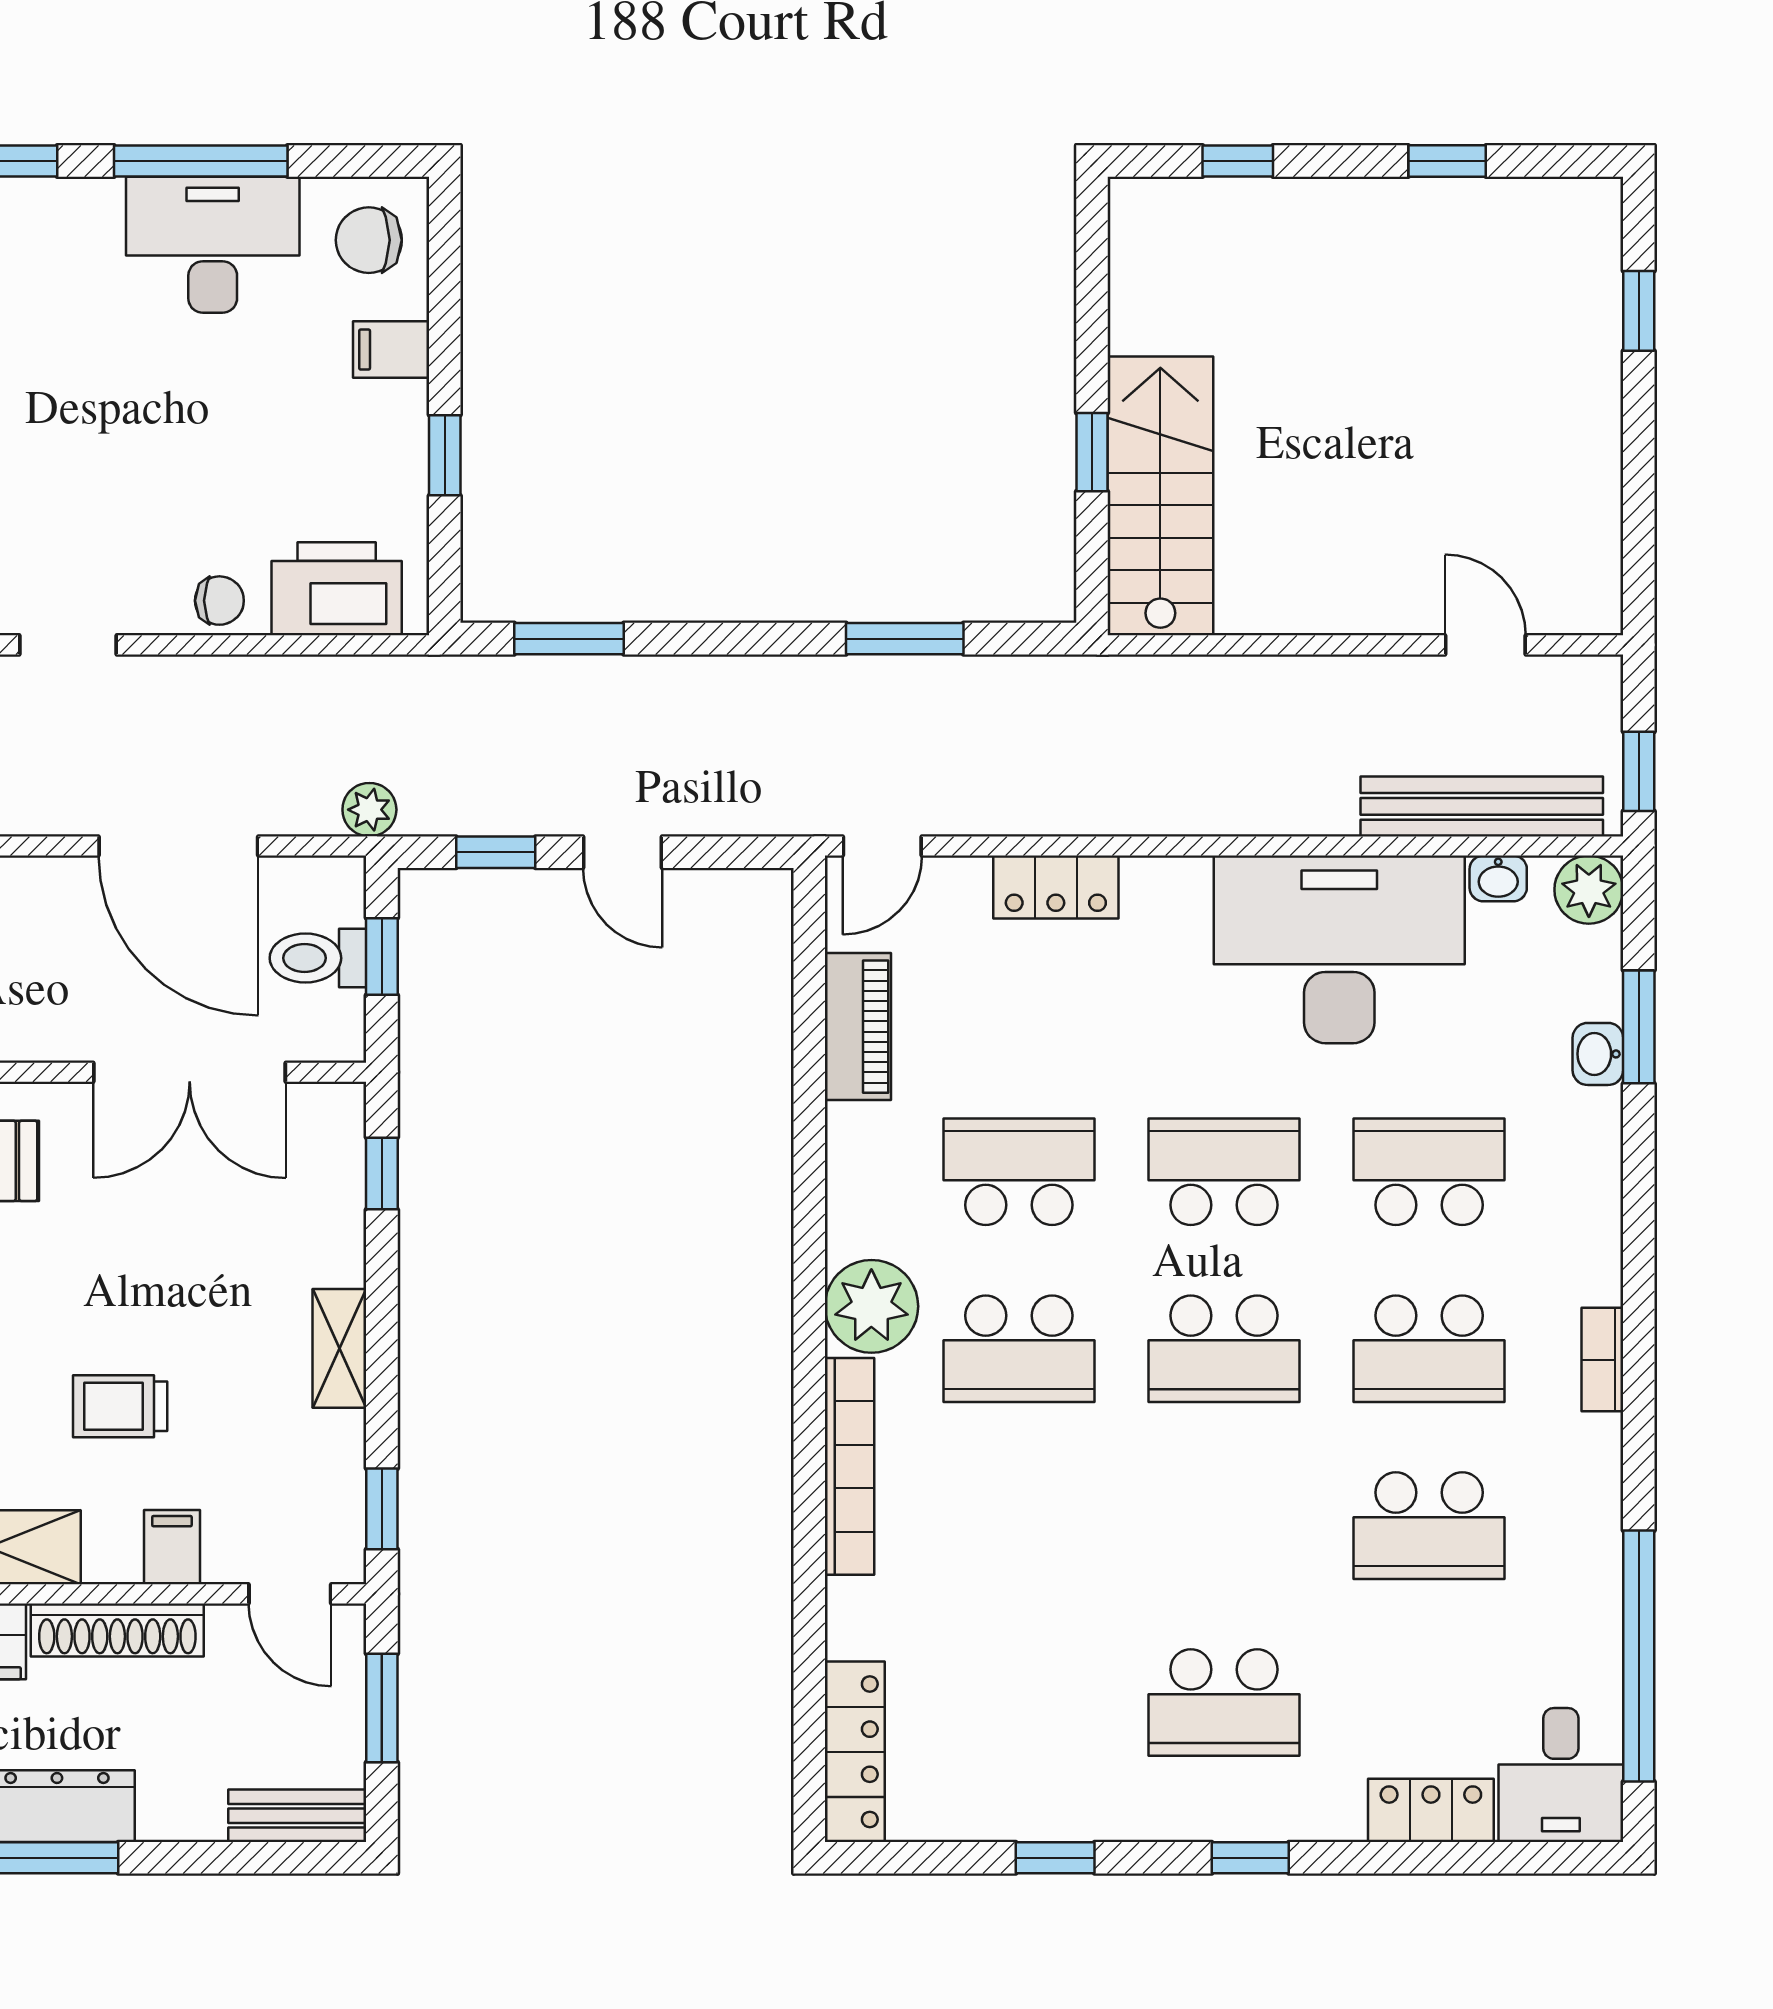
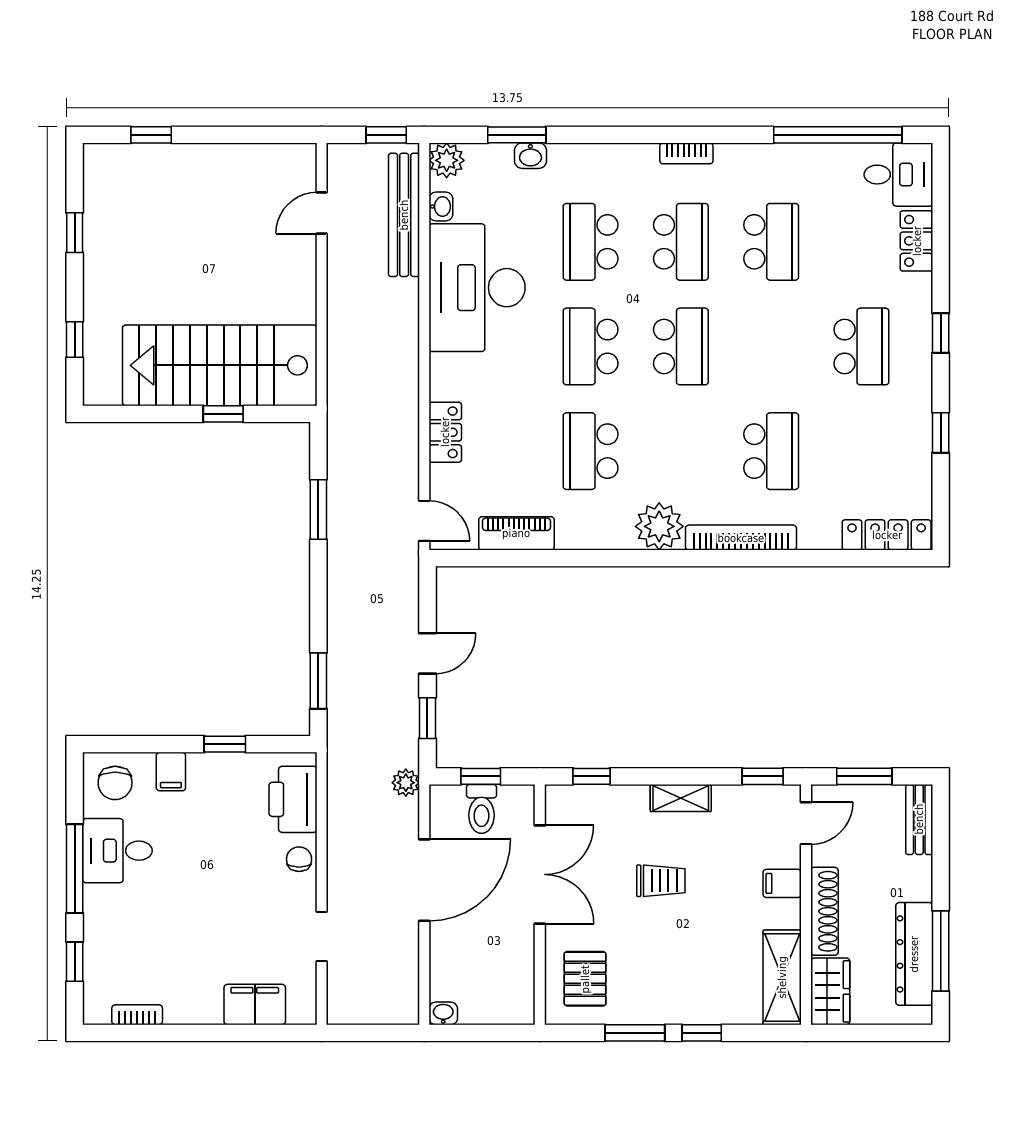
desk: (213, 245) -> (117, 851), width x0.73
stairs: (1160, 496) -> (220, 365), width x1.36, depth x1.51
school desk: (1019, 1349) -> (771, 451), moved
trolley: (120, 1406) -> (661, 881), moved, turned -90

